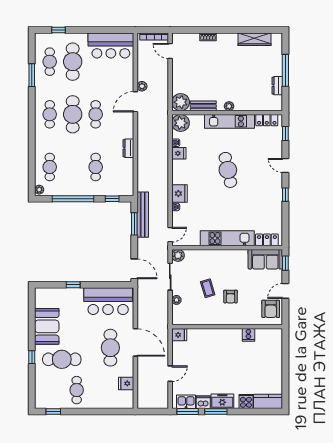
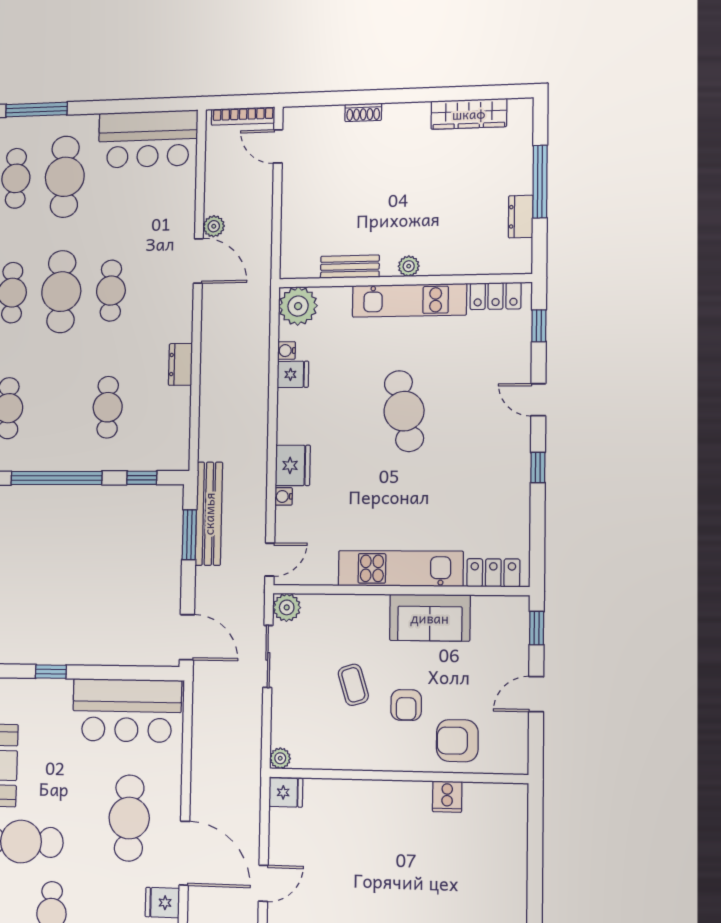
window: (58, 30) -> (37, 110), width x2.17
door: (135, 102) -> (198, 261), swing flipped
plant: (181, 102) -> (299, 259), removed
sofa: (265, 259) -> (430, 618), moved
plant: (176, 300) -> (280, 758), moved
armchair: (271, 309) -> (457, 741), moved, turned 90
door: (135, 342) -> (184, 853), moved

